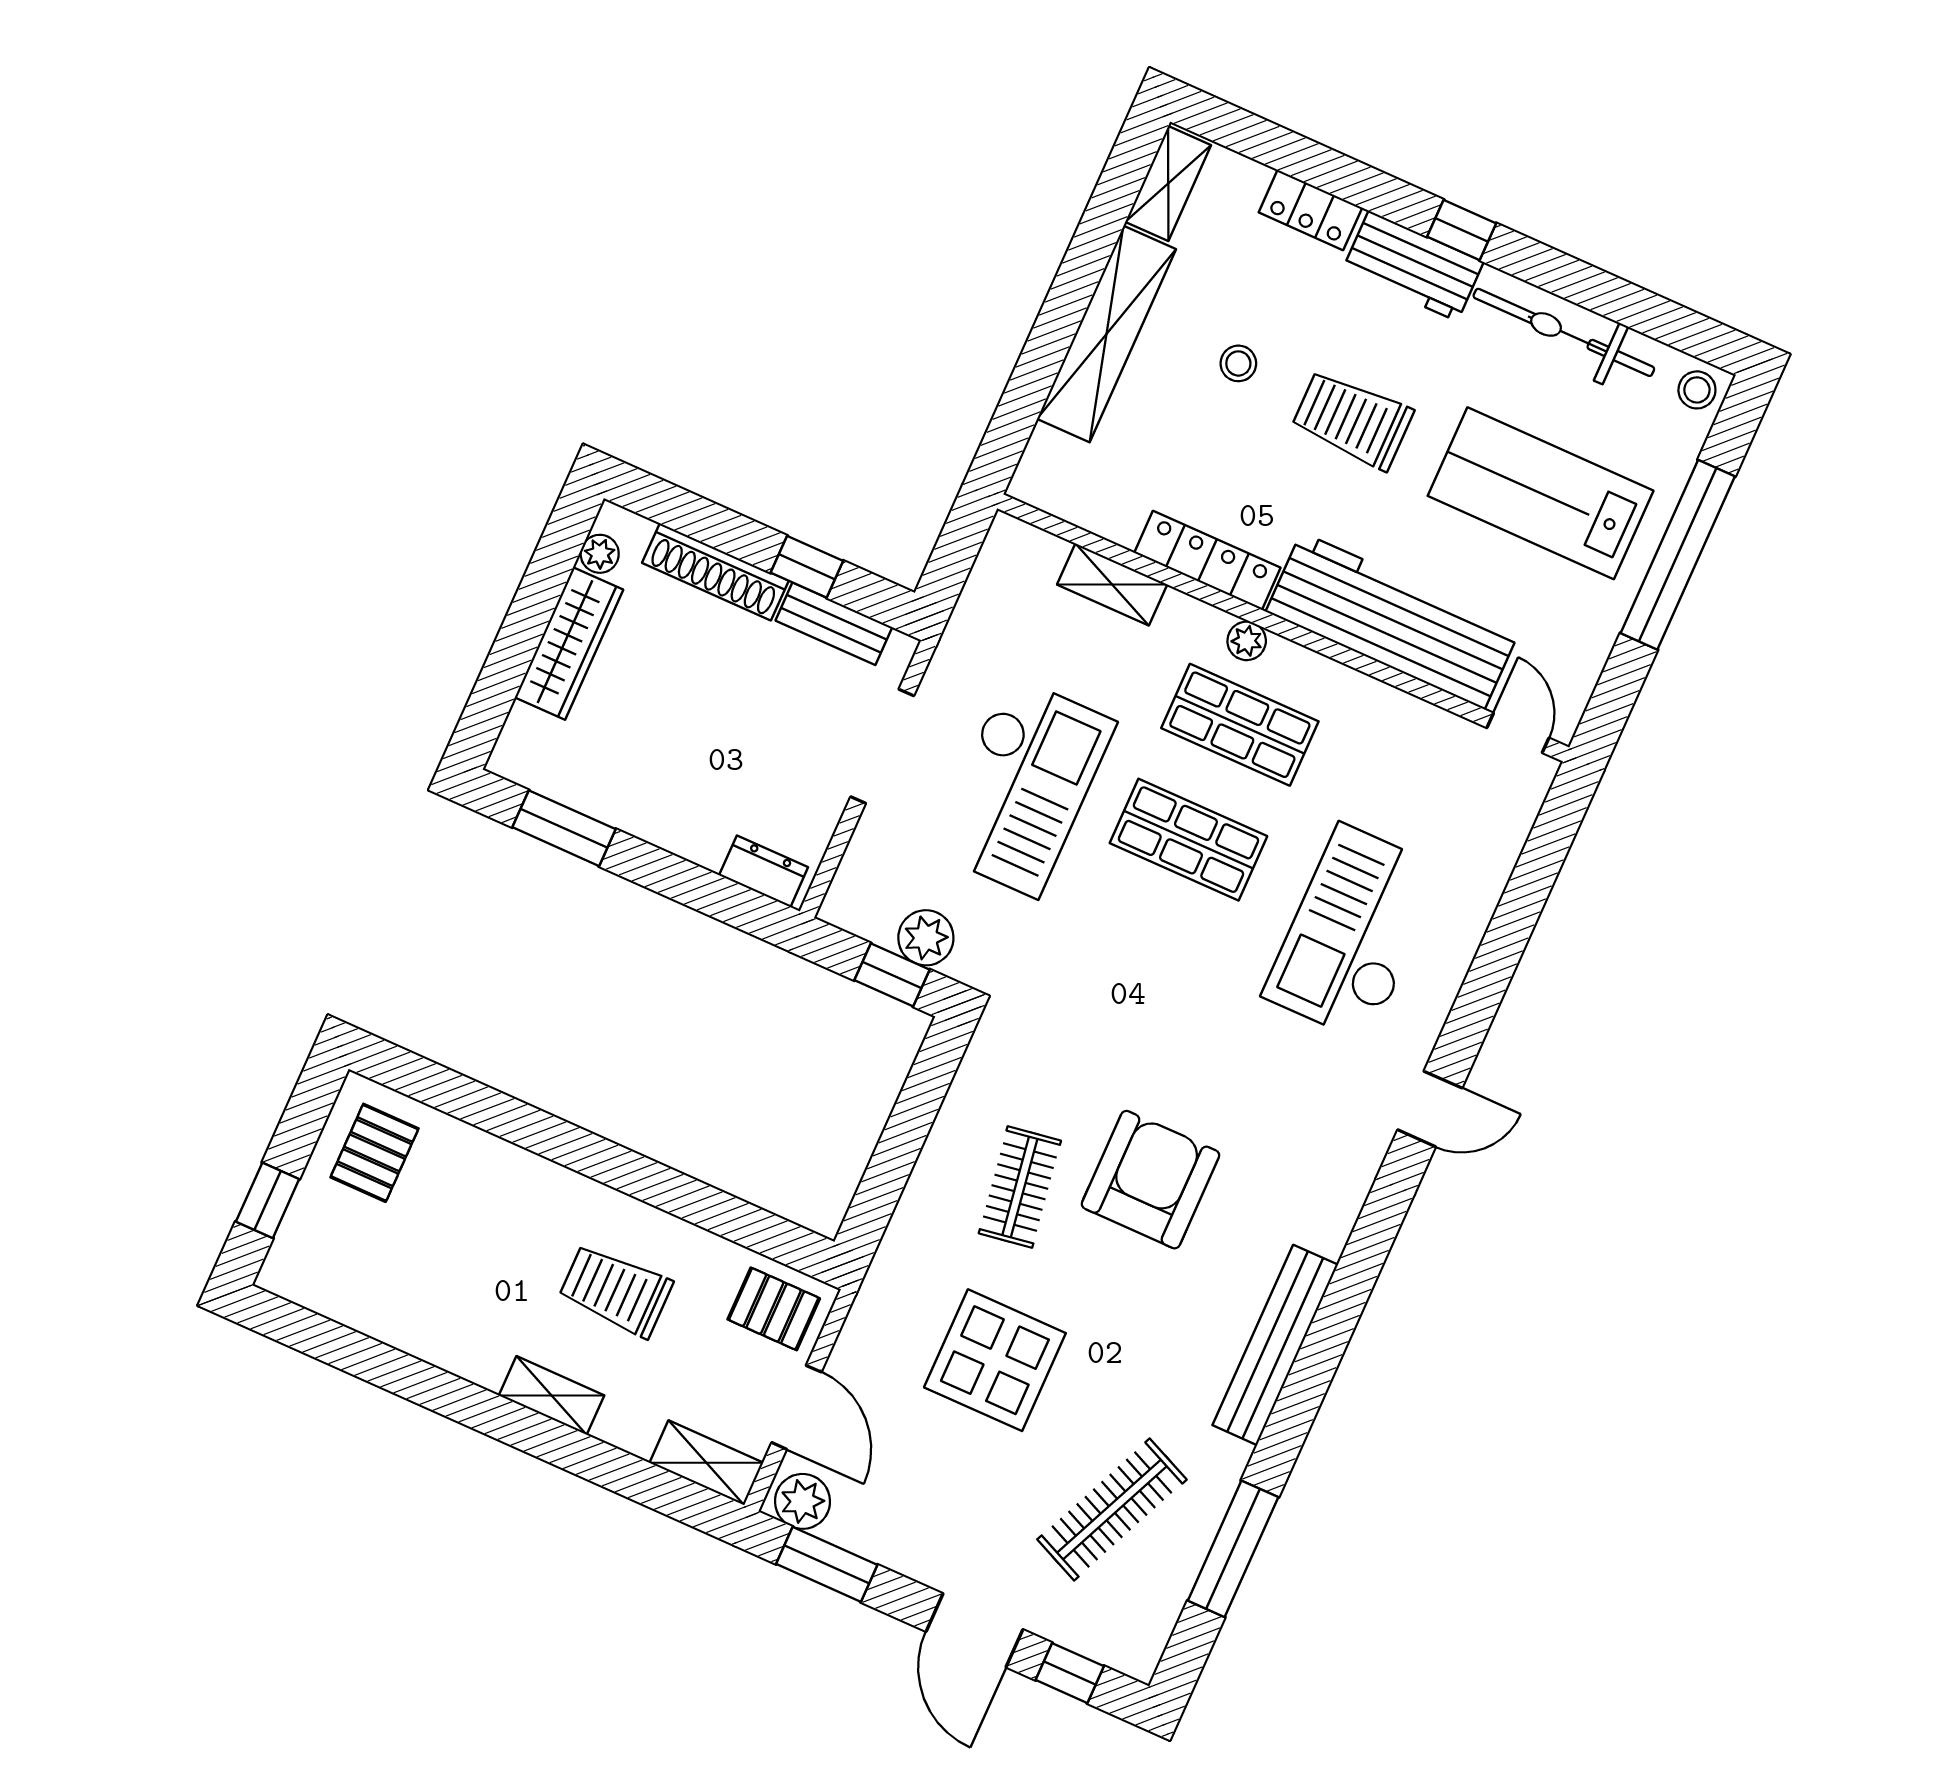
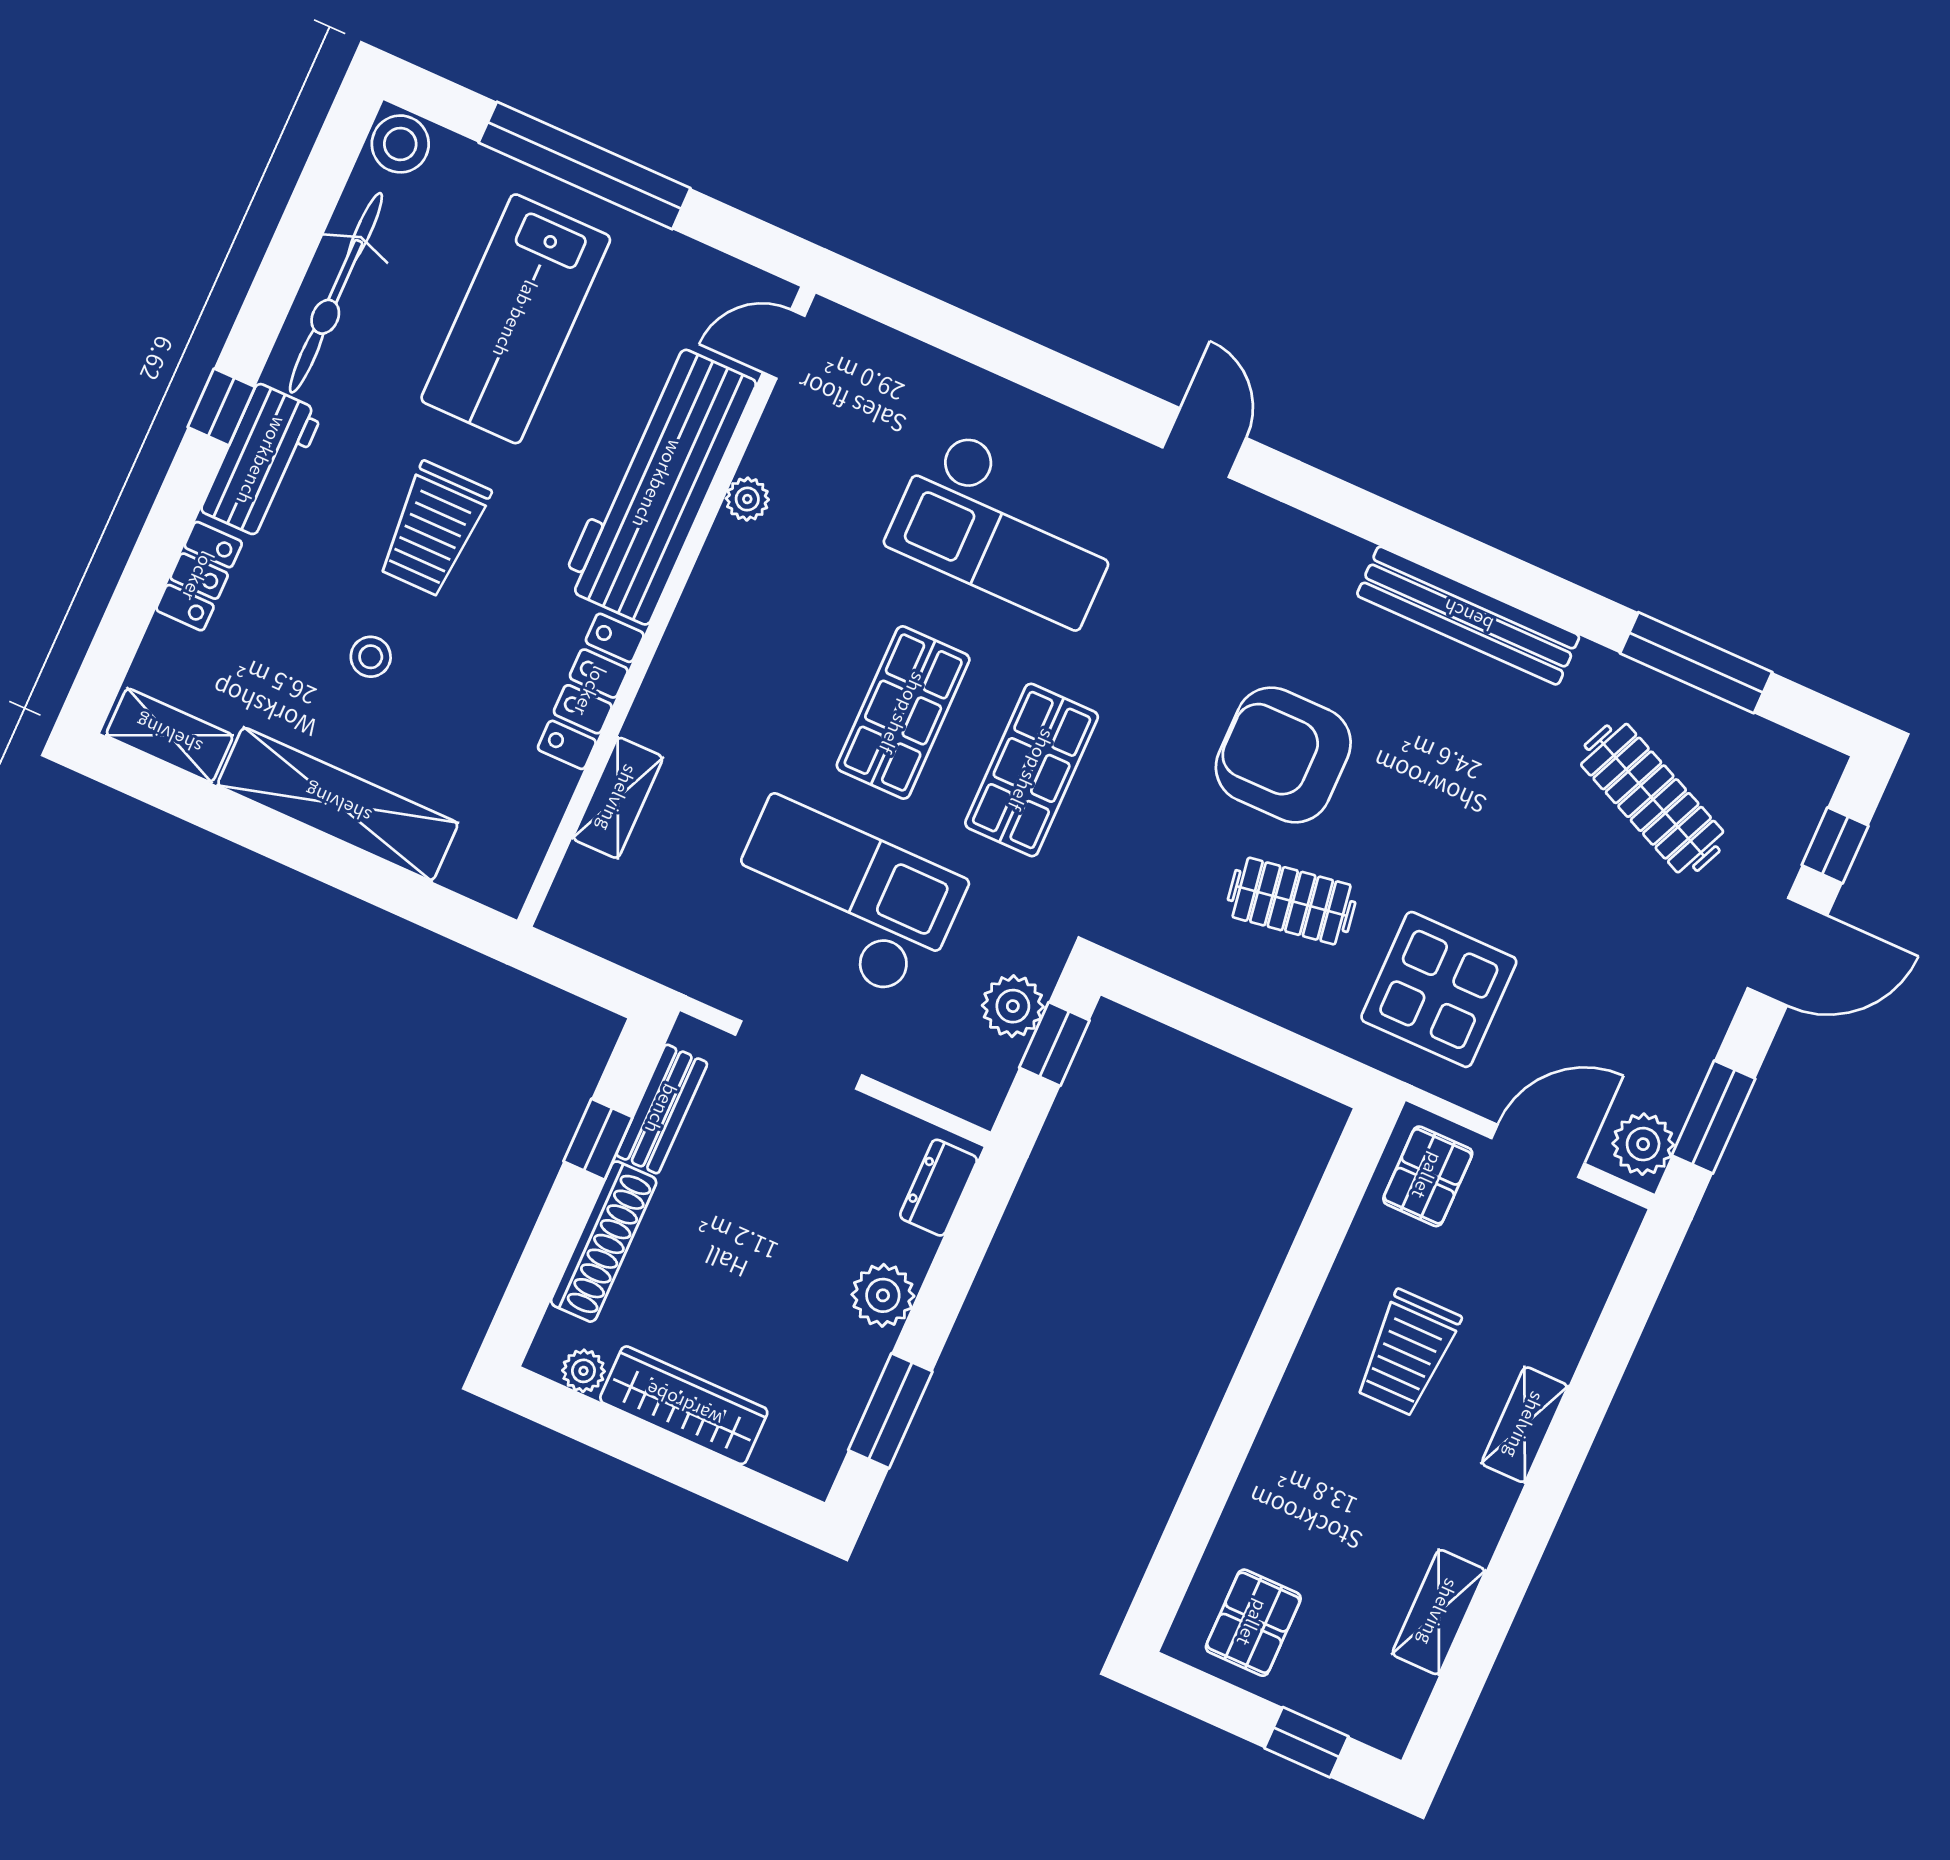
stool: (1697, 390) -> (400, 144), width x1.37, depth x1.37
plant: (1247, 641) -> (747, 499), moved
shop shelf: (1240, 725) -> (1032, 770), moved
plant: (667, 822) -> (883, 1295), added
pallet: (375, 1153) -> (1253, 1623), turned 90
display table: (995, 1360) -> (1439, 989), moved
shelving: (706, 1463) -> (1439, 1612), moved

